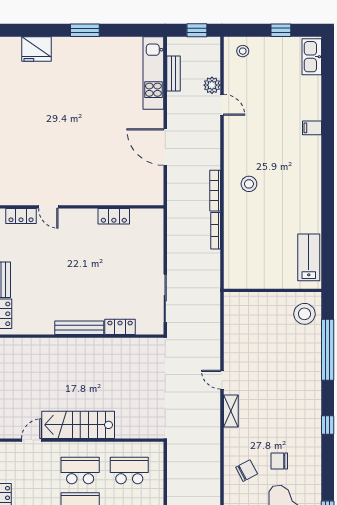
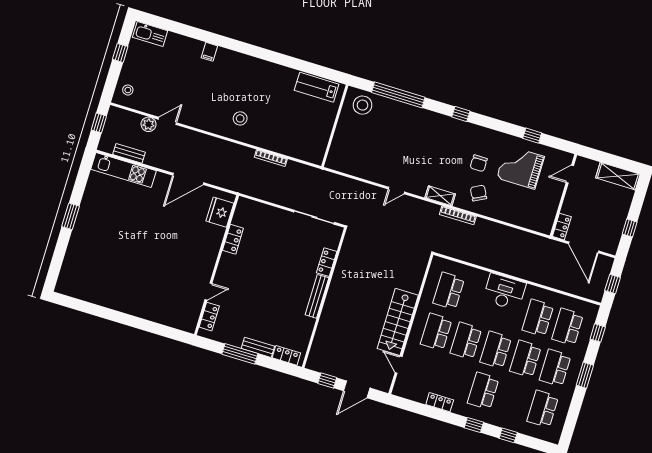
fridge: (36, 49) -> (220, 212), moved, turned 180
bookcase: (215, 191) -> (458, 215), moved
shelving: (231, 411) -> (440, 196), moved

